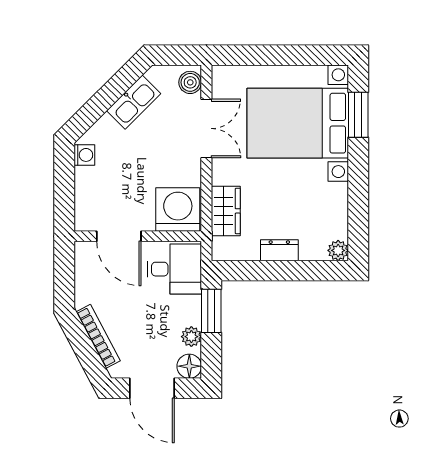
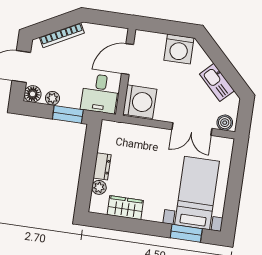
bed with nightstands: (298, 123) -> (197, 193), width x0.73
washing machine: (84, 155) -> (179, 49), width x1.89, depth x1.89
wardrobe: (226, 211) -> (125, 208), moved, turned 180
plant: (338, 250) -> (99, 187), moved

